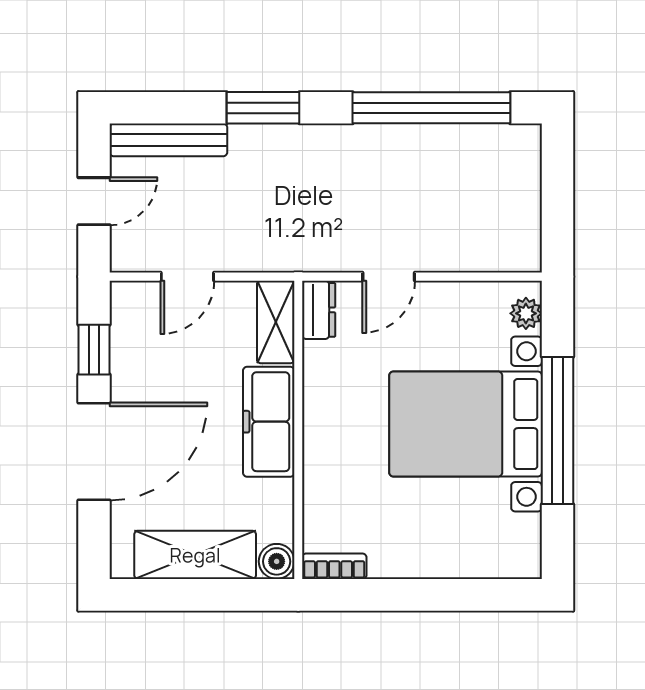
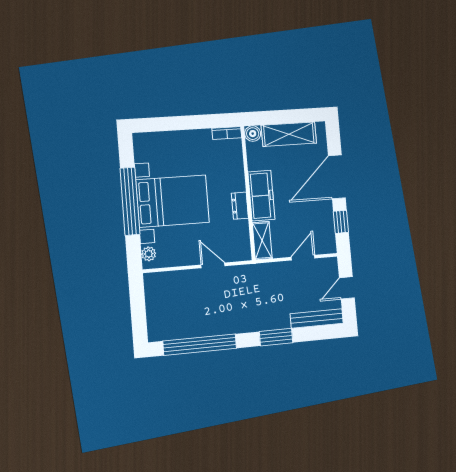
door: (389, 277) -> (213, 265), hinge flipped
dresser: (319, 310) -> (240, 206), moved

